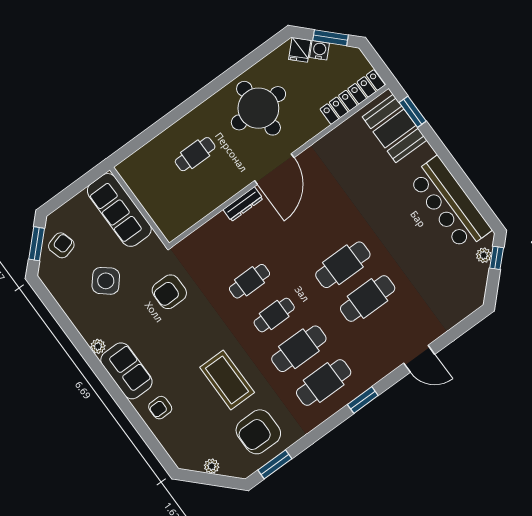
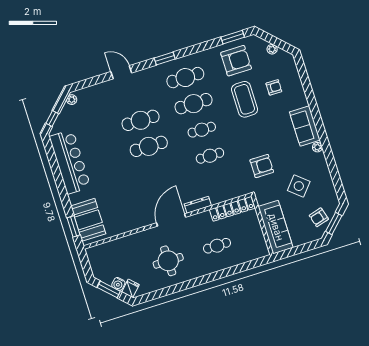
locker: (353, 97) -> (232, 209), moved
round table: (258, 108) -> (168, 261), width x0.73, depth x0.73
plant: (484, 255) -> (72, 100), moved
armchair: (160, 408) -> (274, 87), moved

